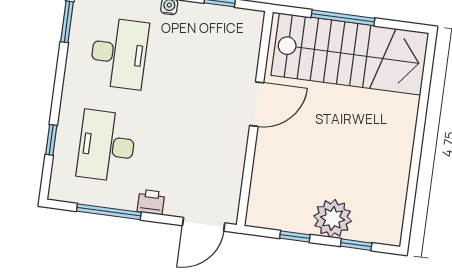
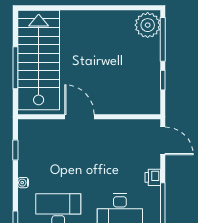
plant: (333, 218) -> (148, 25), moved
window: (356, 245) -> (163, 39), width x2.17

